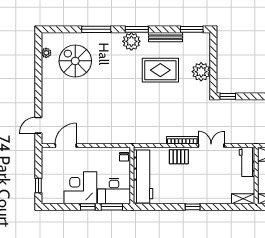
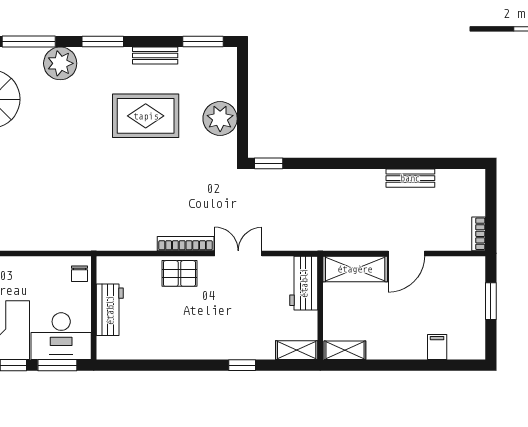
bench: (165, 37) -> (155, 56), width x0.73
plant: (131, 41) -> (60, 63), moved
workbench: (143, 177) -> (110, 310), width x0.53, depth x0.76
window: (193, 207) -> (242, 365), moved

